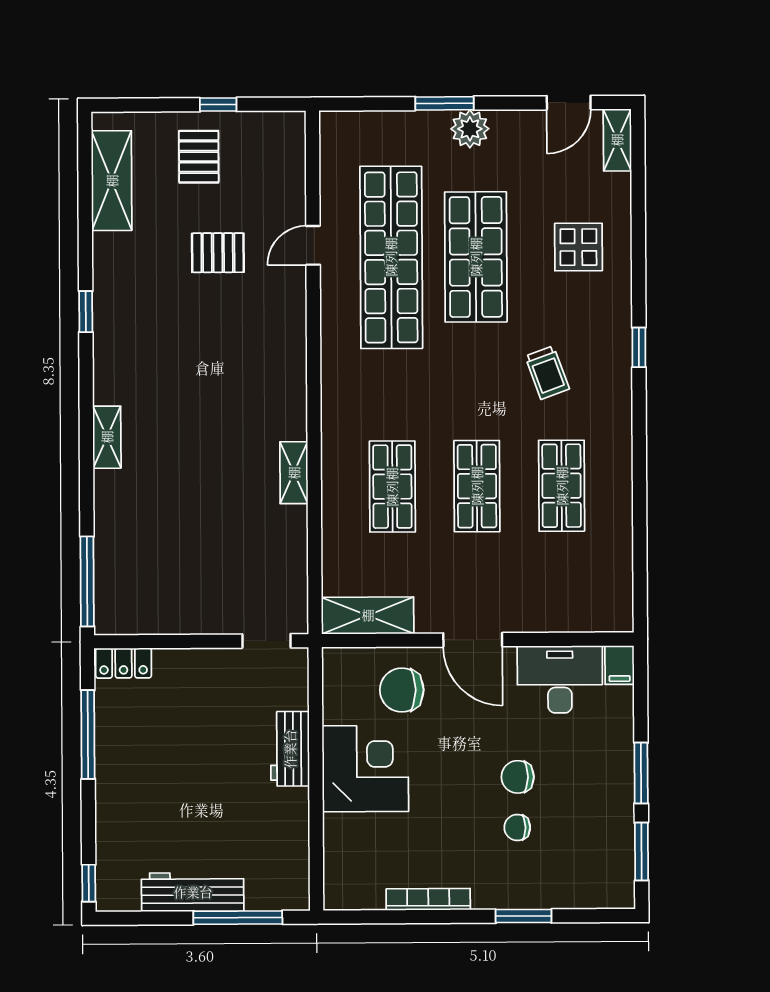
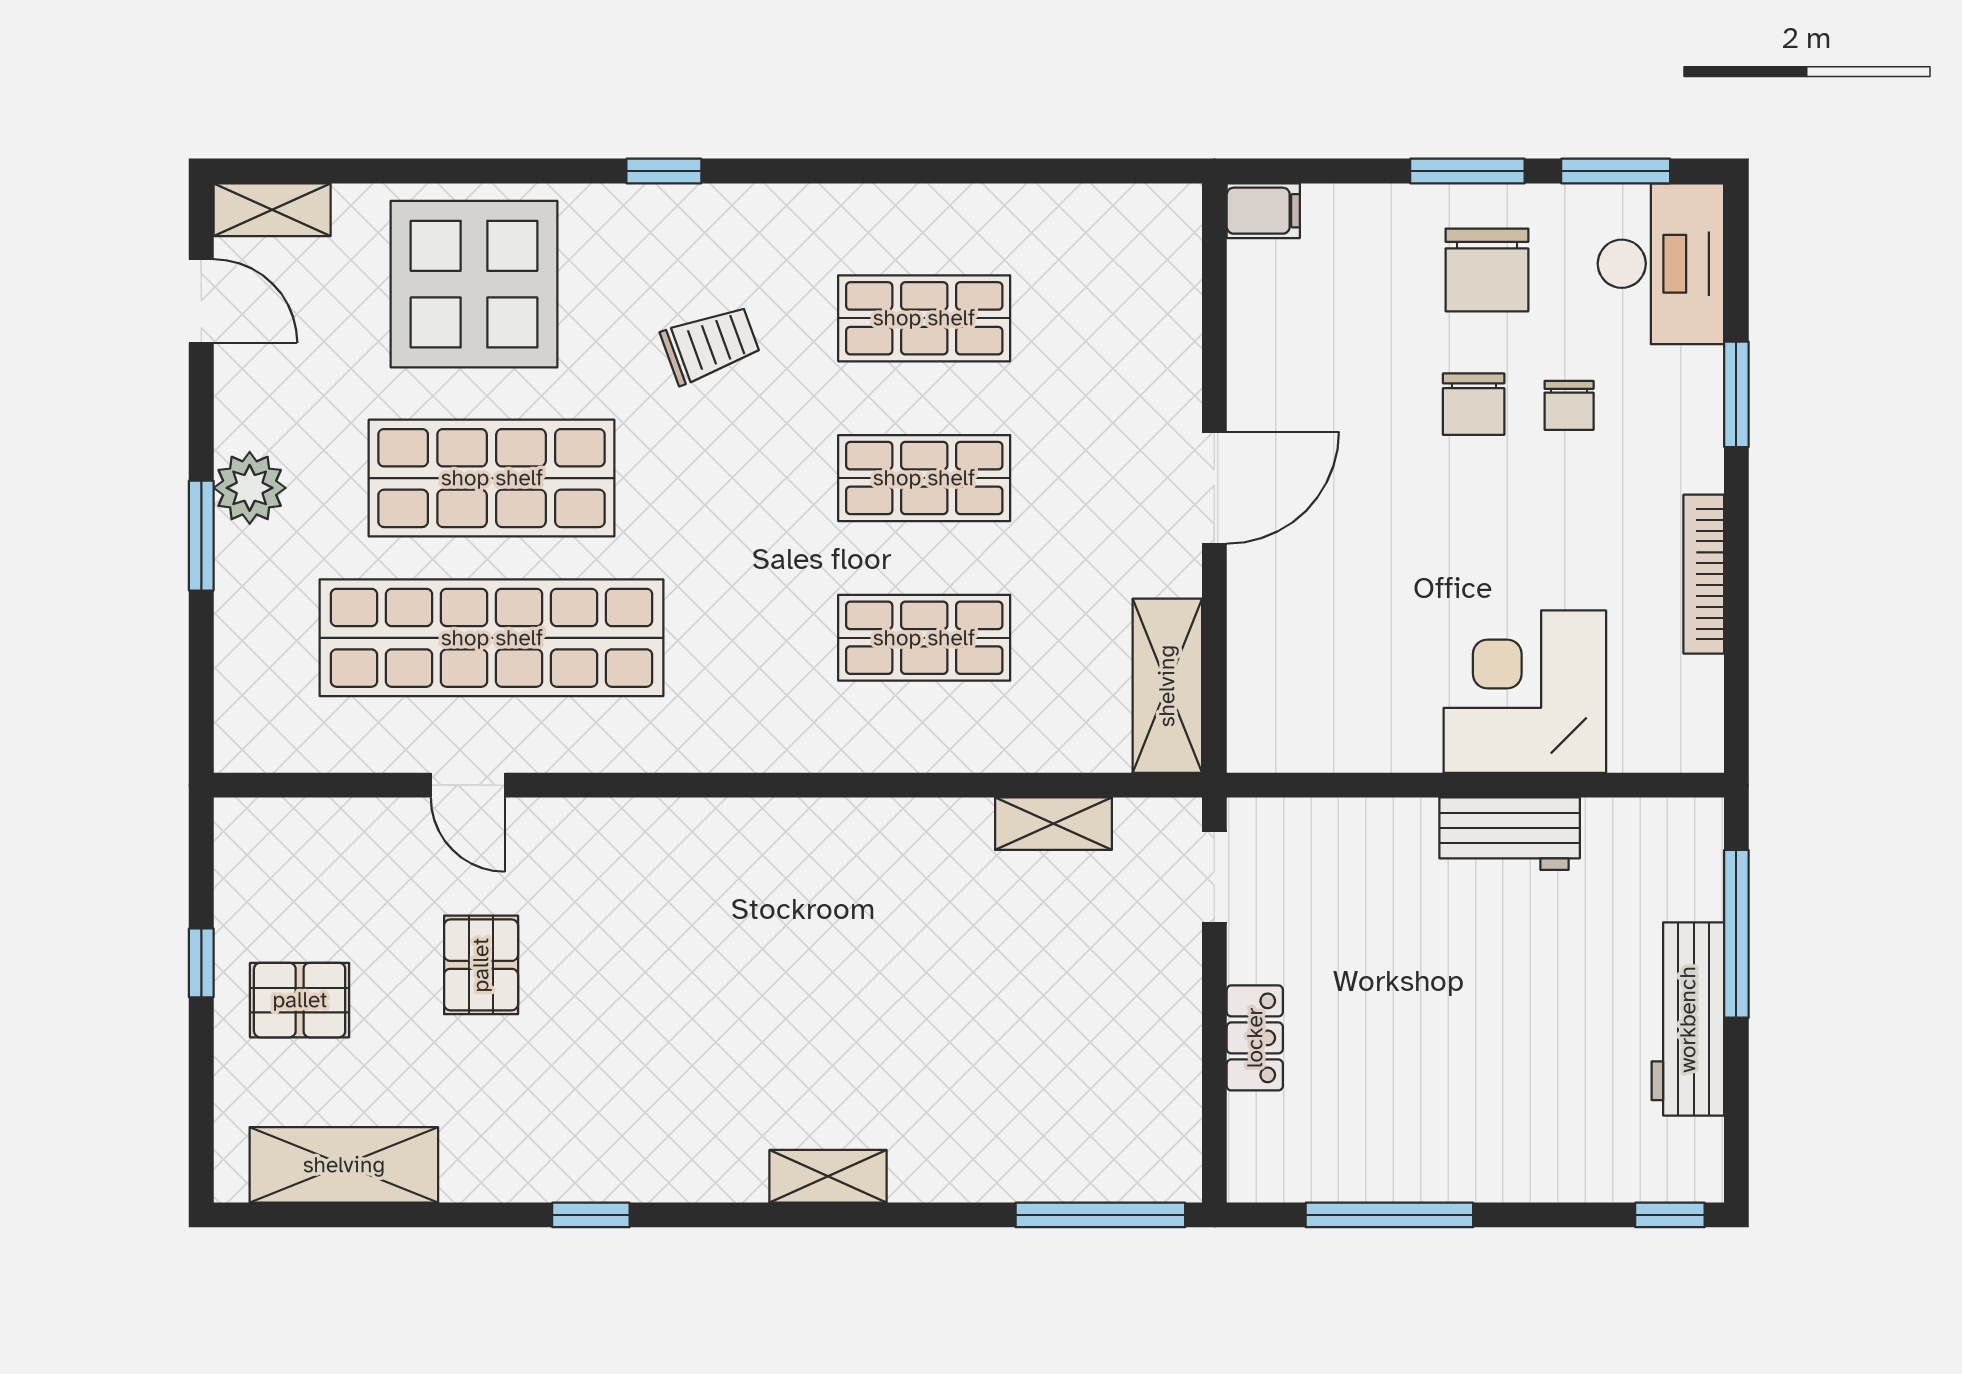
display table: (578, 247) -> (474, 284), width x1.86, depth x1.86
shelving: (294, 473) -> (1053, 824), moved
locker: (124, 663) -> (1255, 1038), moved
desk: (560, 679) -> (1661, 264), moved, turned 180
chair: (402, 690) -> (1487, 270), moved
workbench: (290, 749) -> (1510, 834), moved
corner desk: (365, 769) -> (1525, 692), moved

